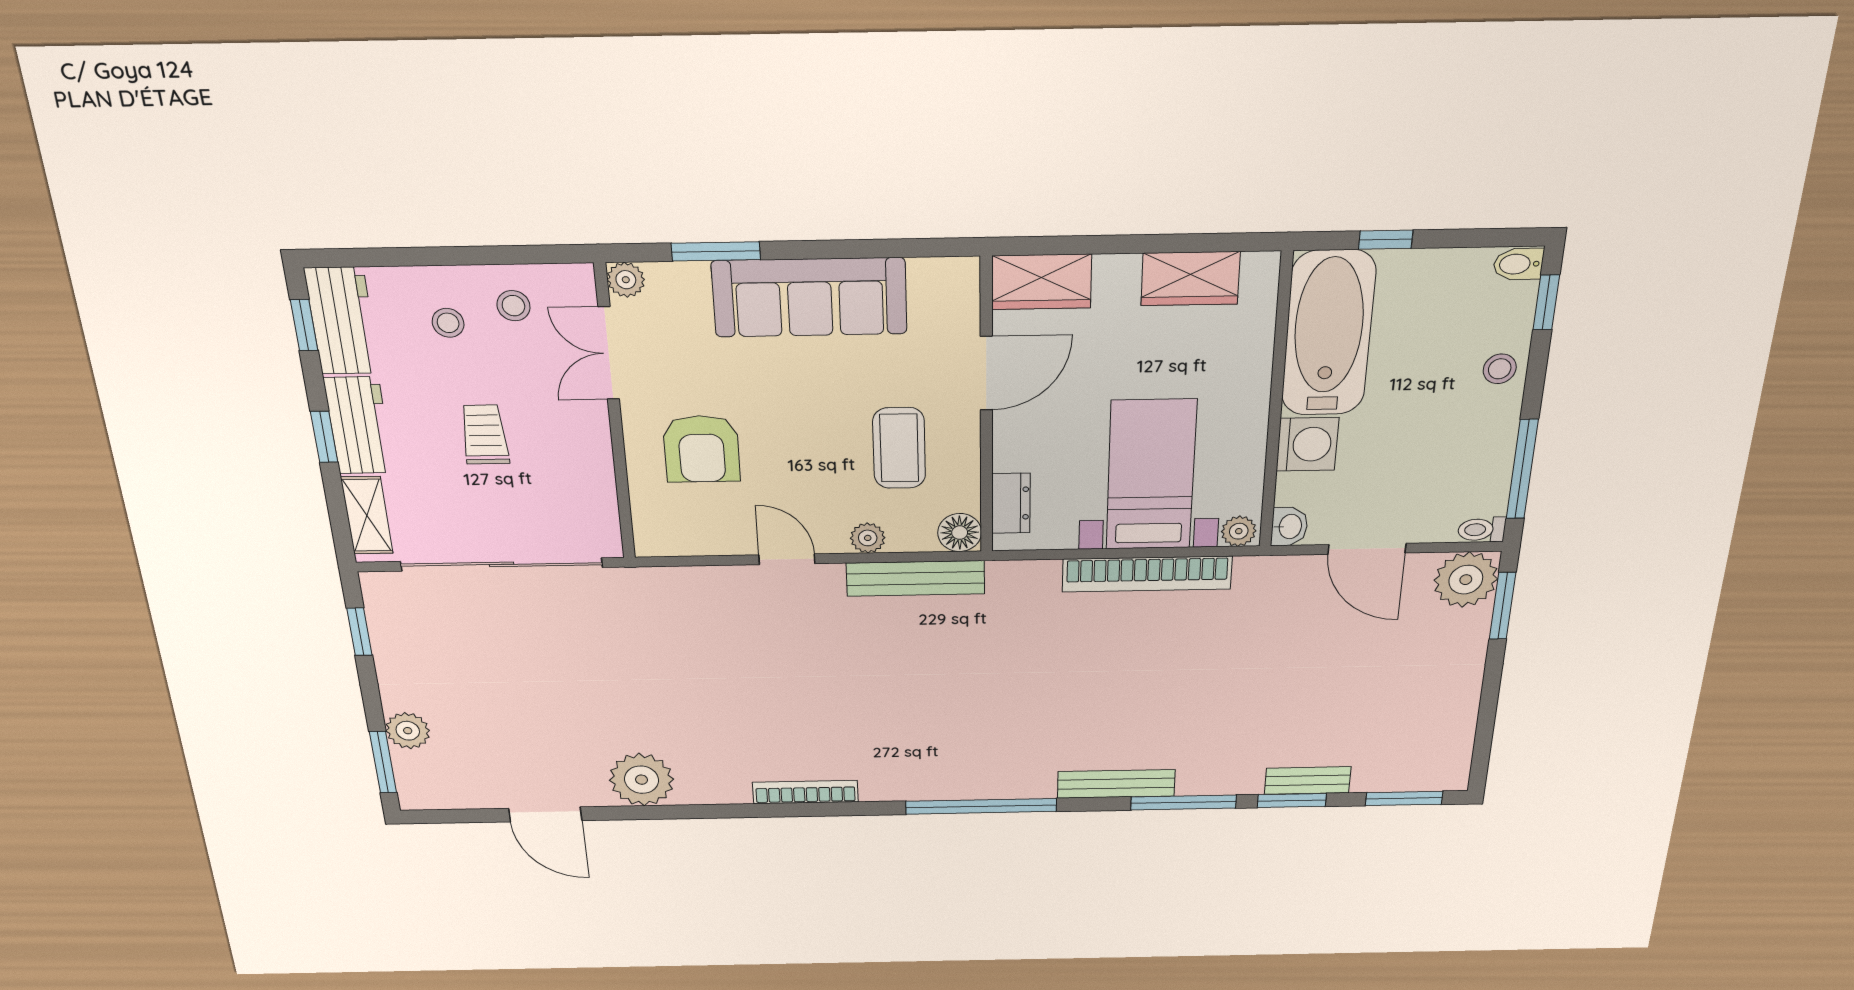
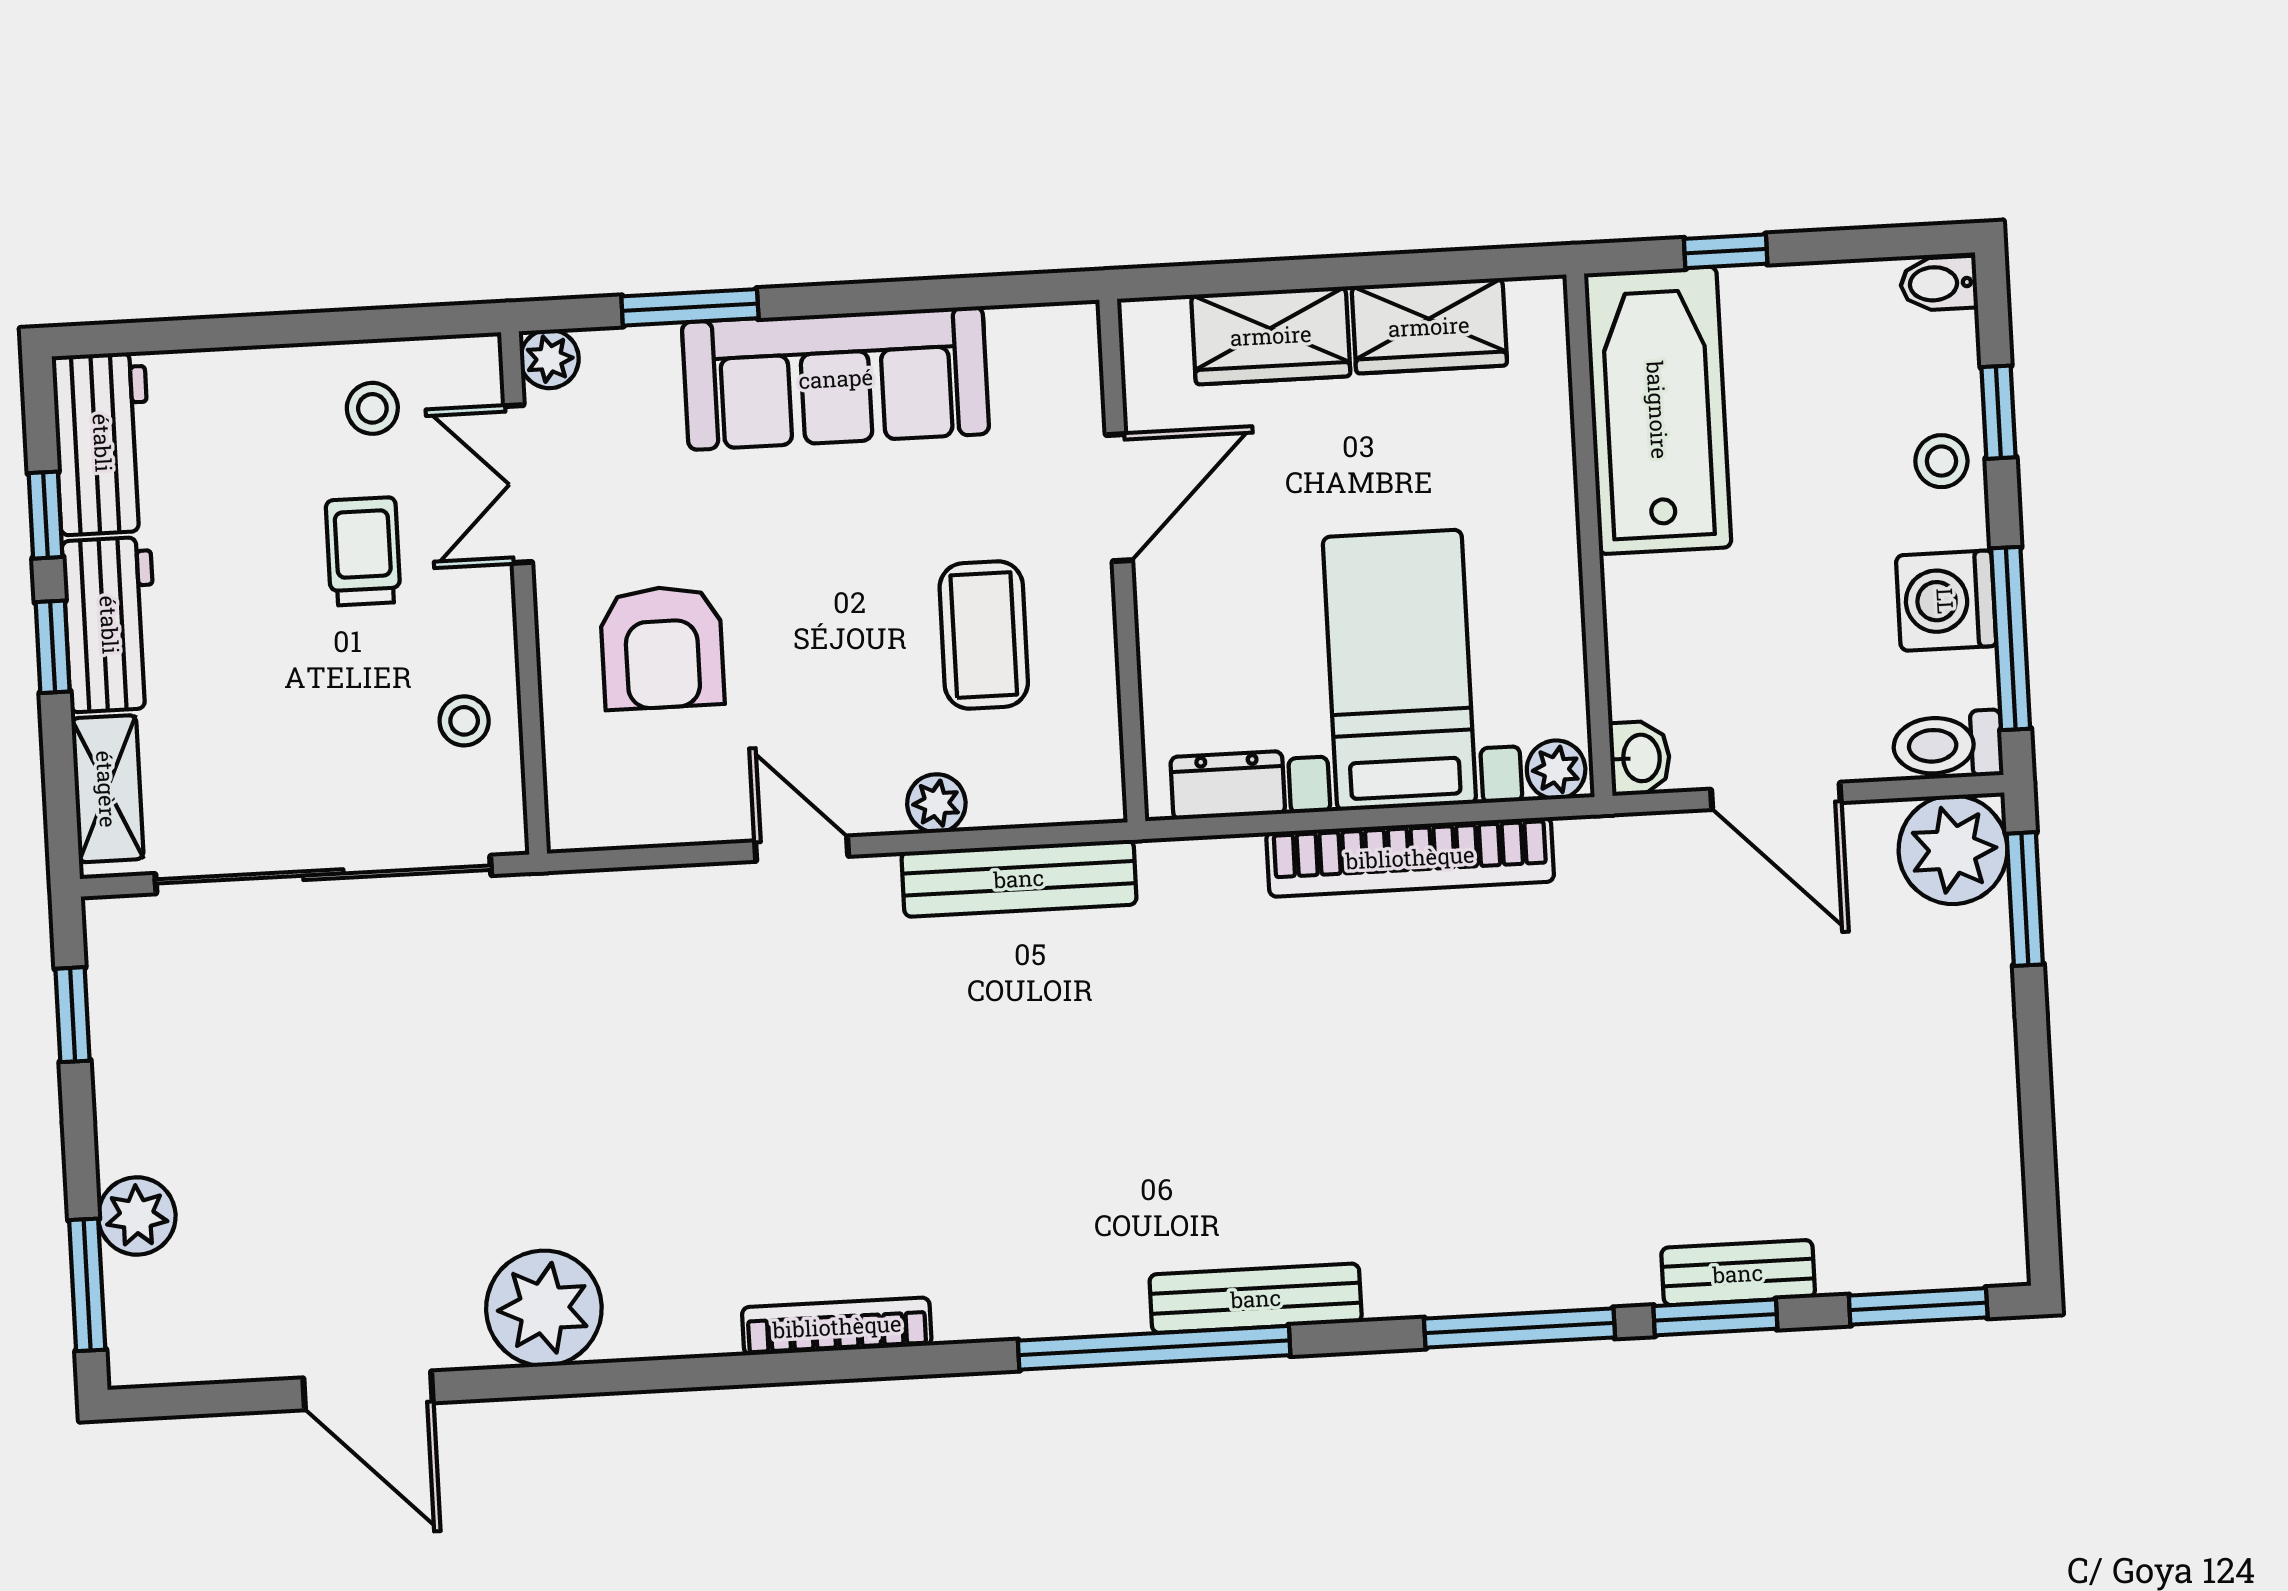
wardrobe: (1041, 282) -> (1271, 335), moved
window: (1546, 302) -> (1998, 412), moved
stool: (448, 323) -> (464, 721), moved
window: (304, 325) -> (45, 515), moved
trolley: (485, 435) -> (363, 551), moved
washing machine: (1307, 444) -> (1946, 601), moved, turned 180
dresser: (1011, 503) -> (1228, 785), moved, turned -90
toilet: (1482, 530) -> (1948, 745), width x1.37, depth x1.39
floor lamp: (960, 533) -> (1090, 788), removed
bench: (1116, 784) -> (1256, 1298), moved

